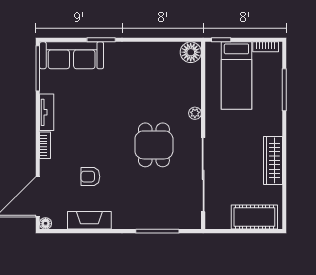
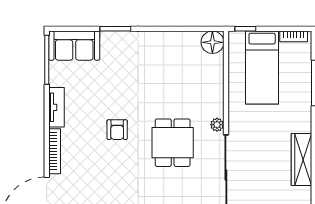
sofa: (72, 55) -> (74, 46), width x0.73
plant: (195, 113) -> (217, 125), moved
bookcase: (45, 145) -> (55, 151), width x1.56
armchair: (90, 177) -> (117, 130), moved, turned -90

